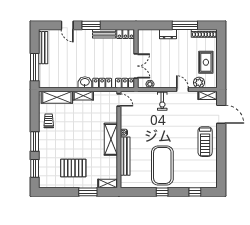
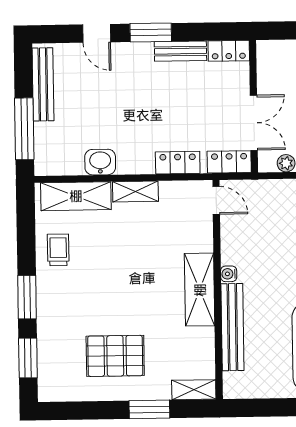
washbasin: (85, 82) -> (100, 162), moved

